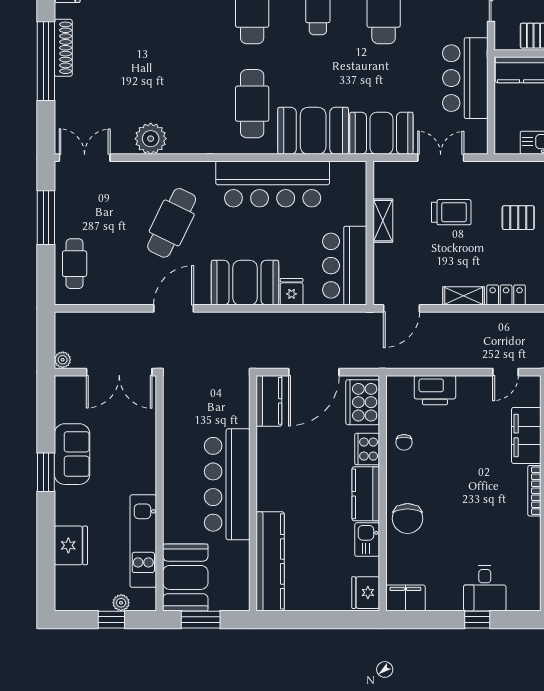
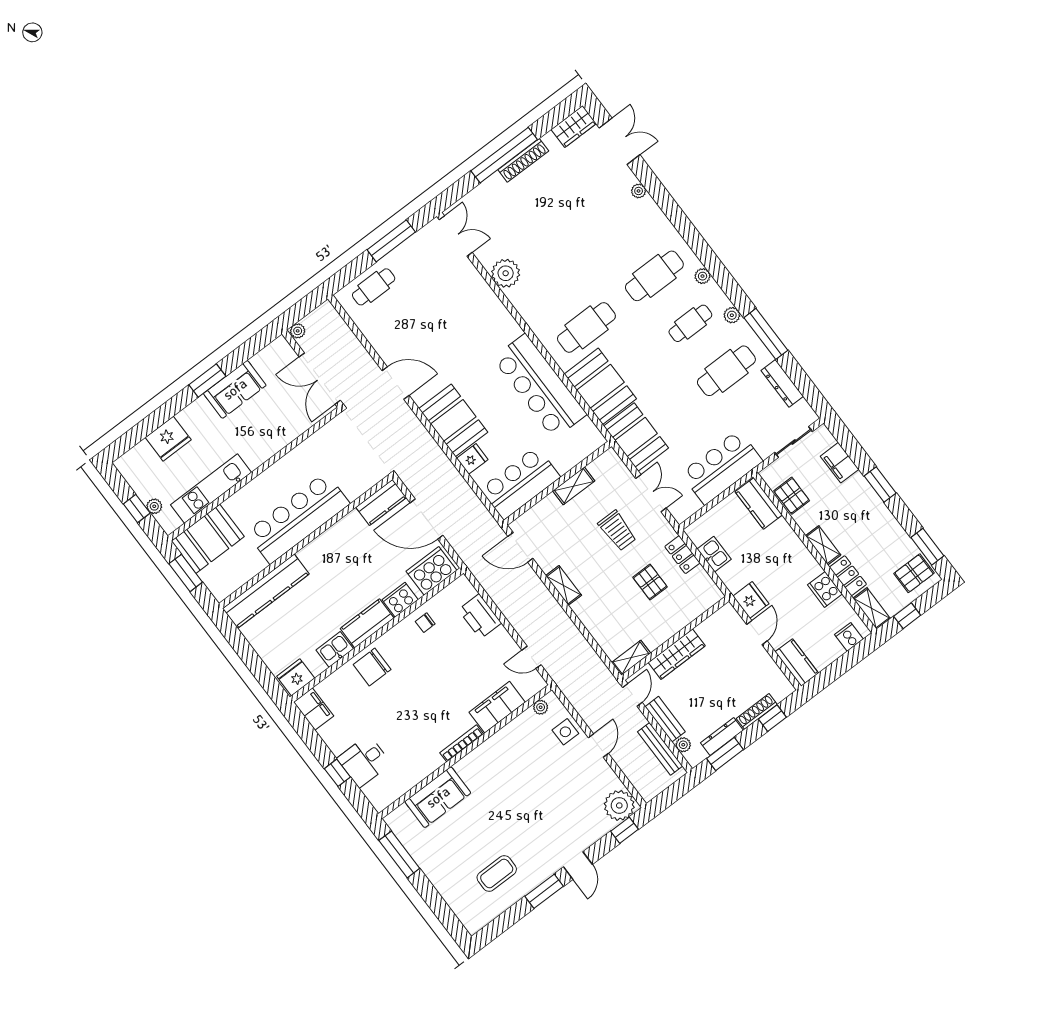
cafe table: (172, 223) -> (456, 335), removed
locker: (506, 295) -> (682, 555), moved, turned 180

